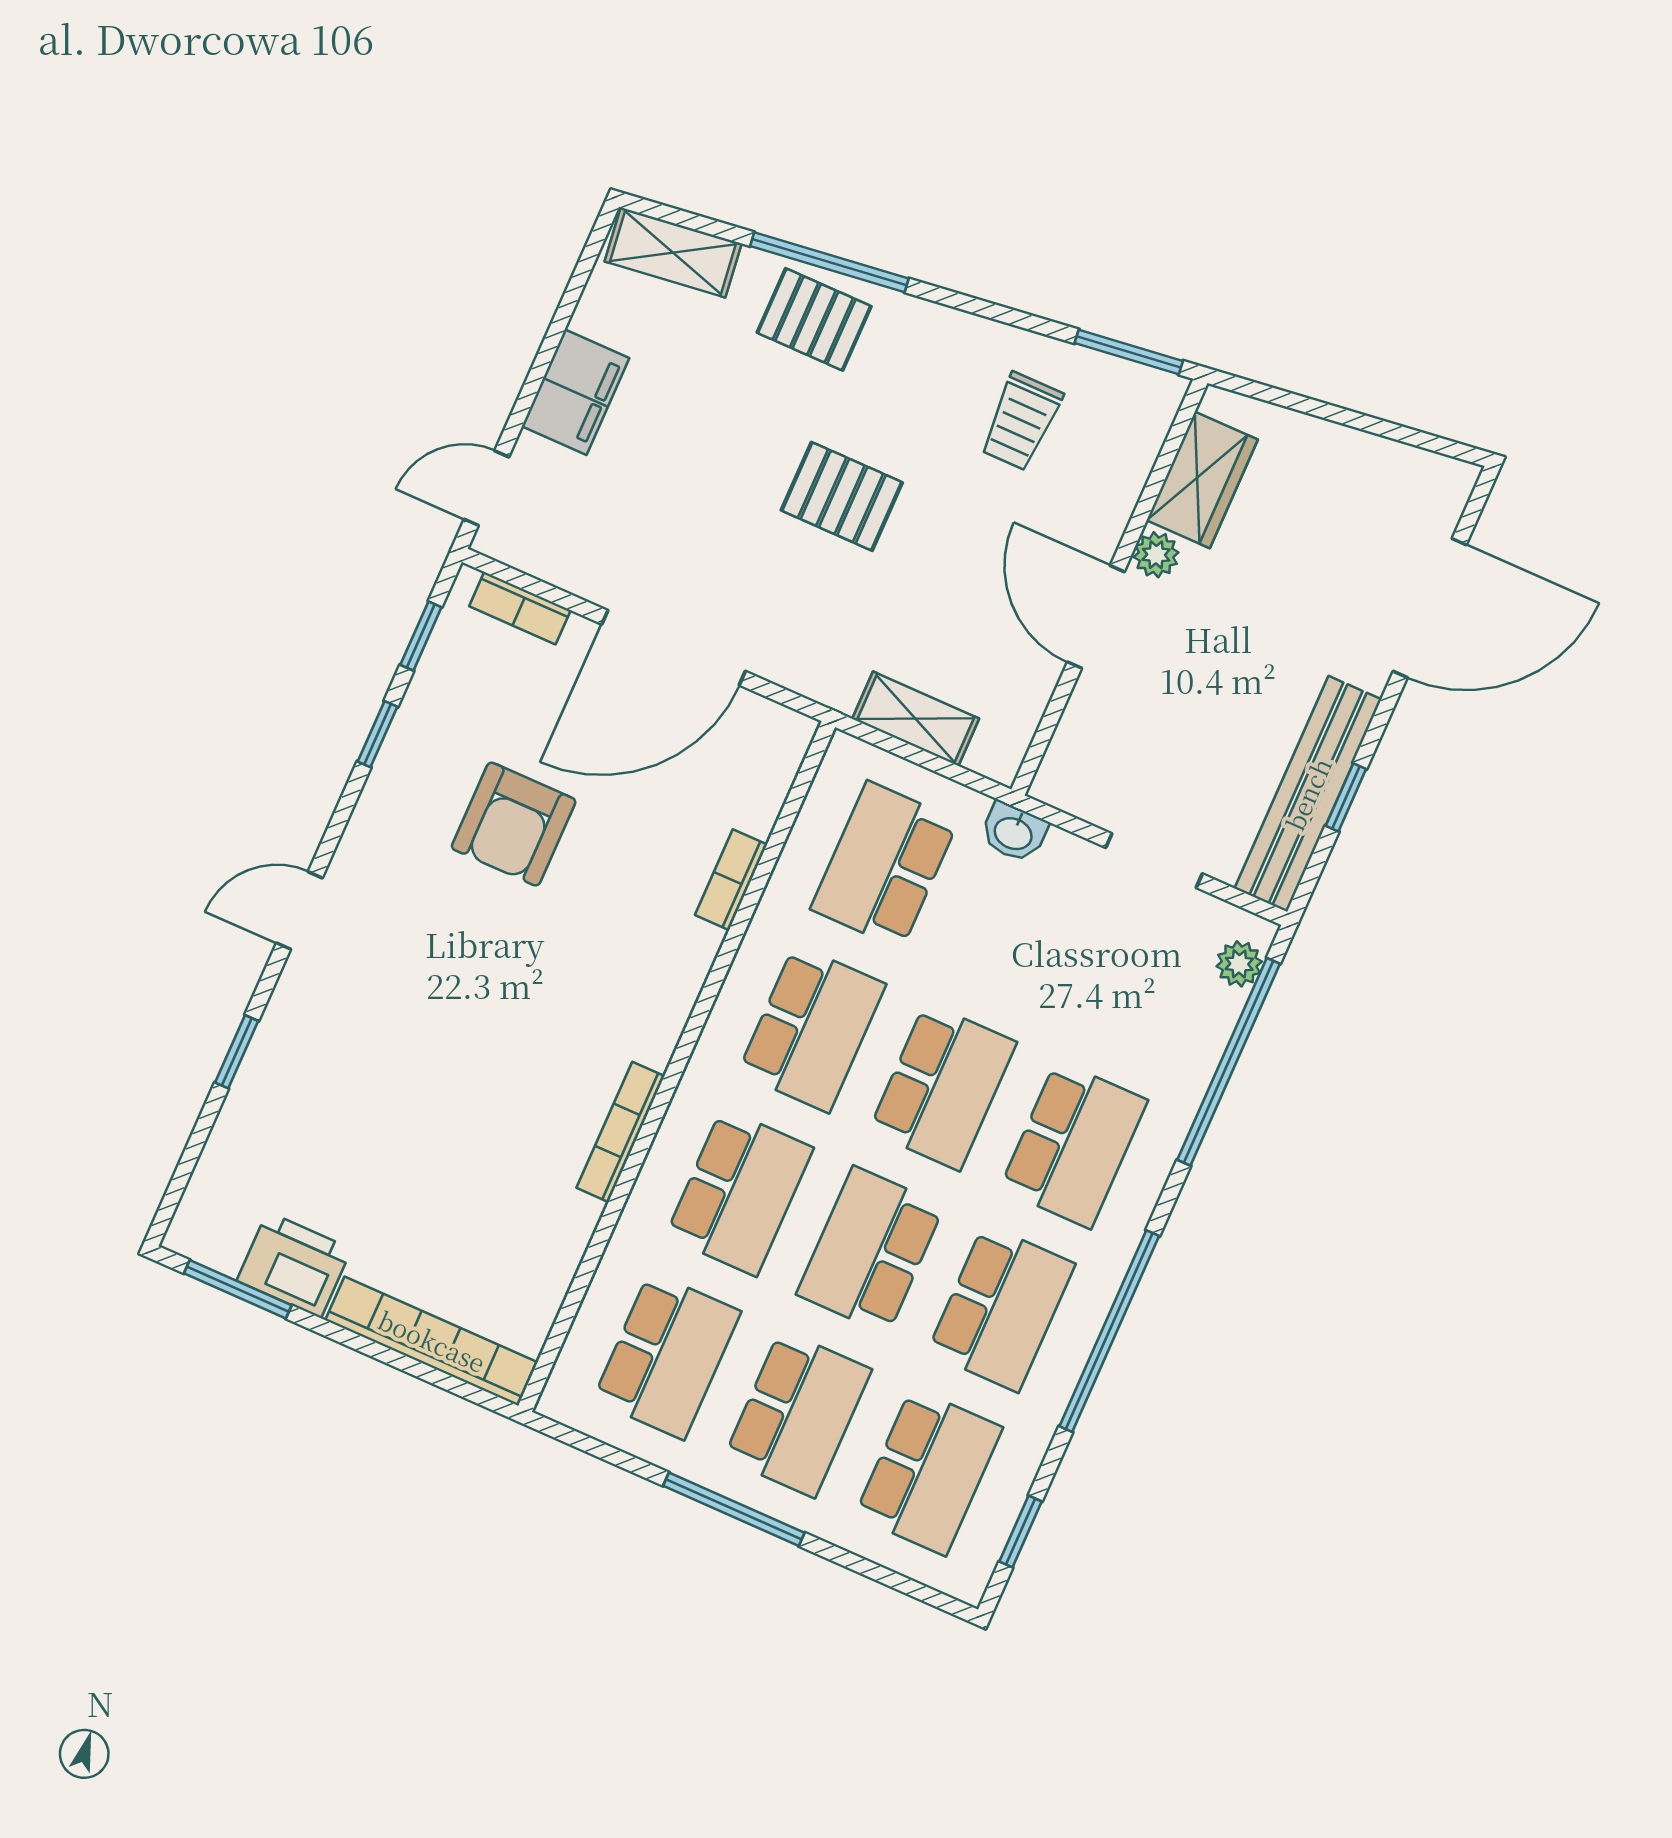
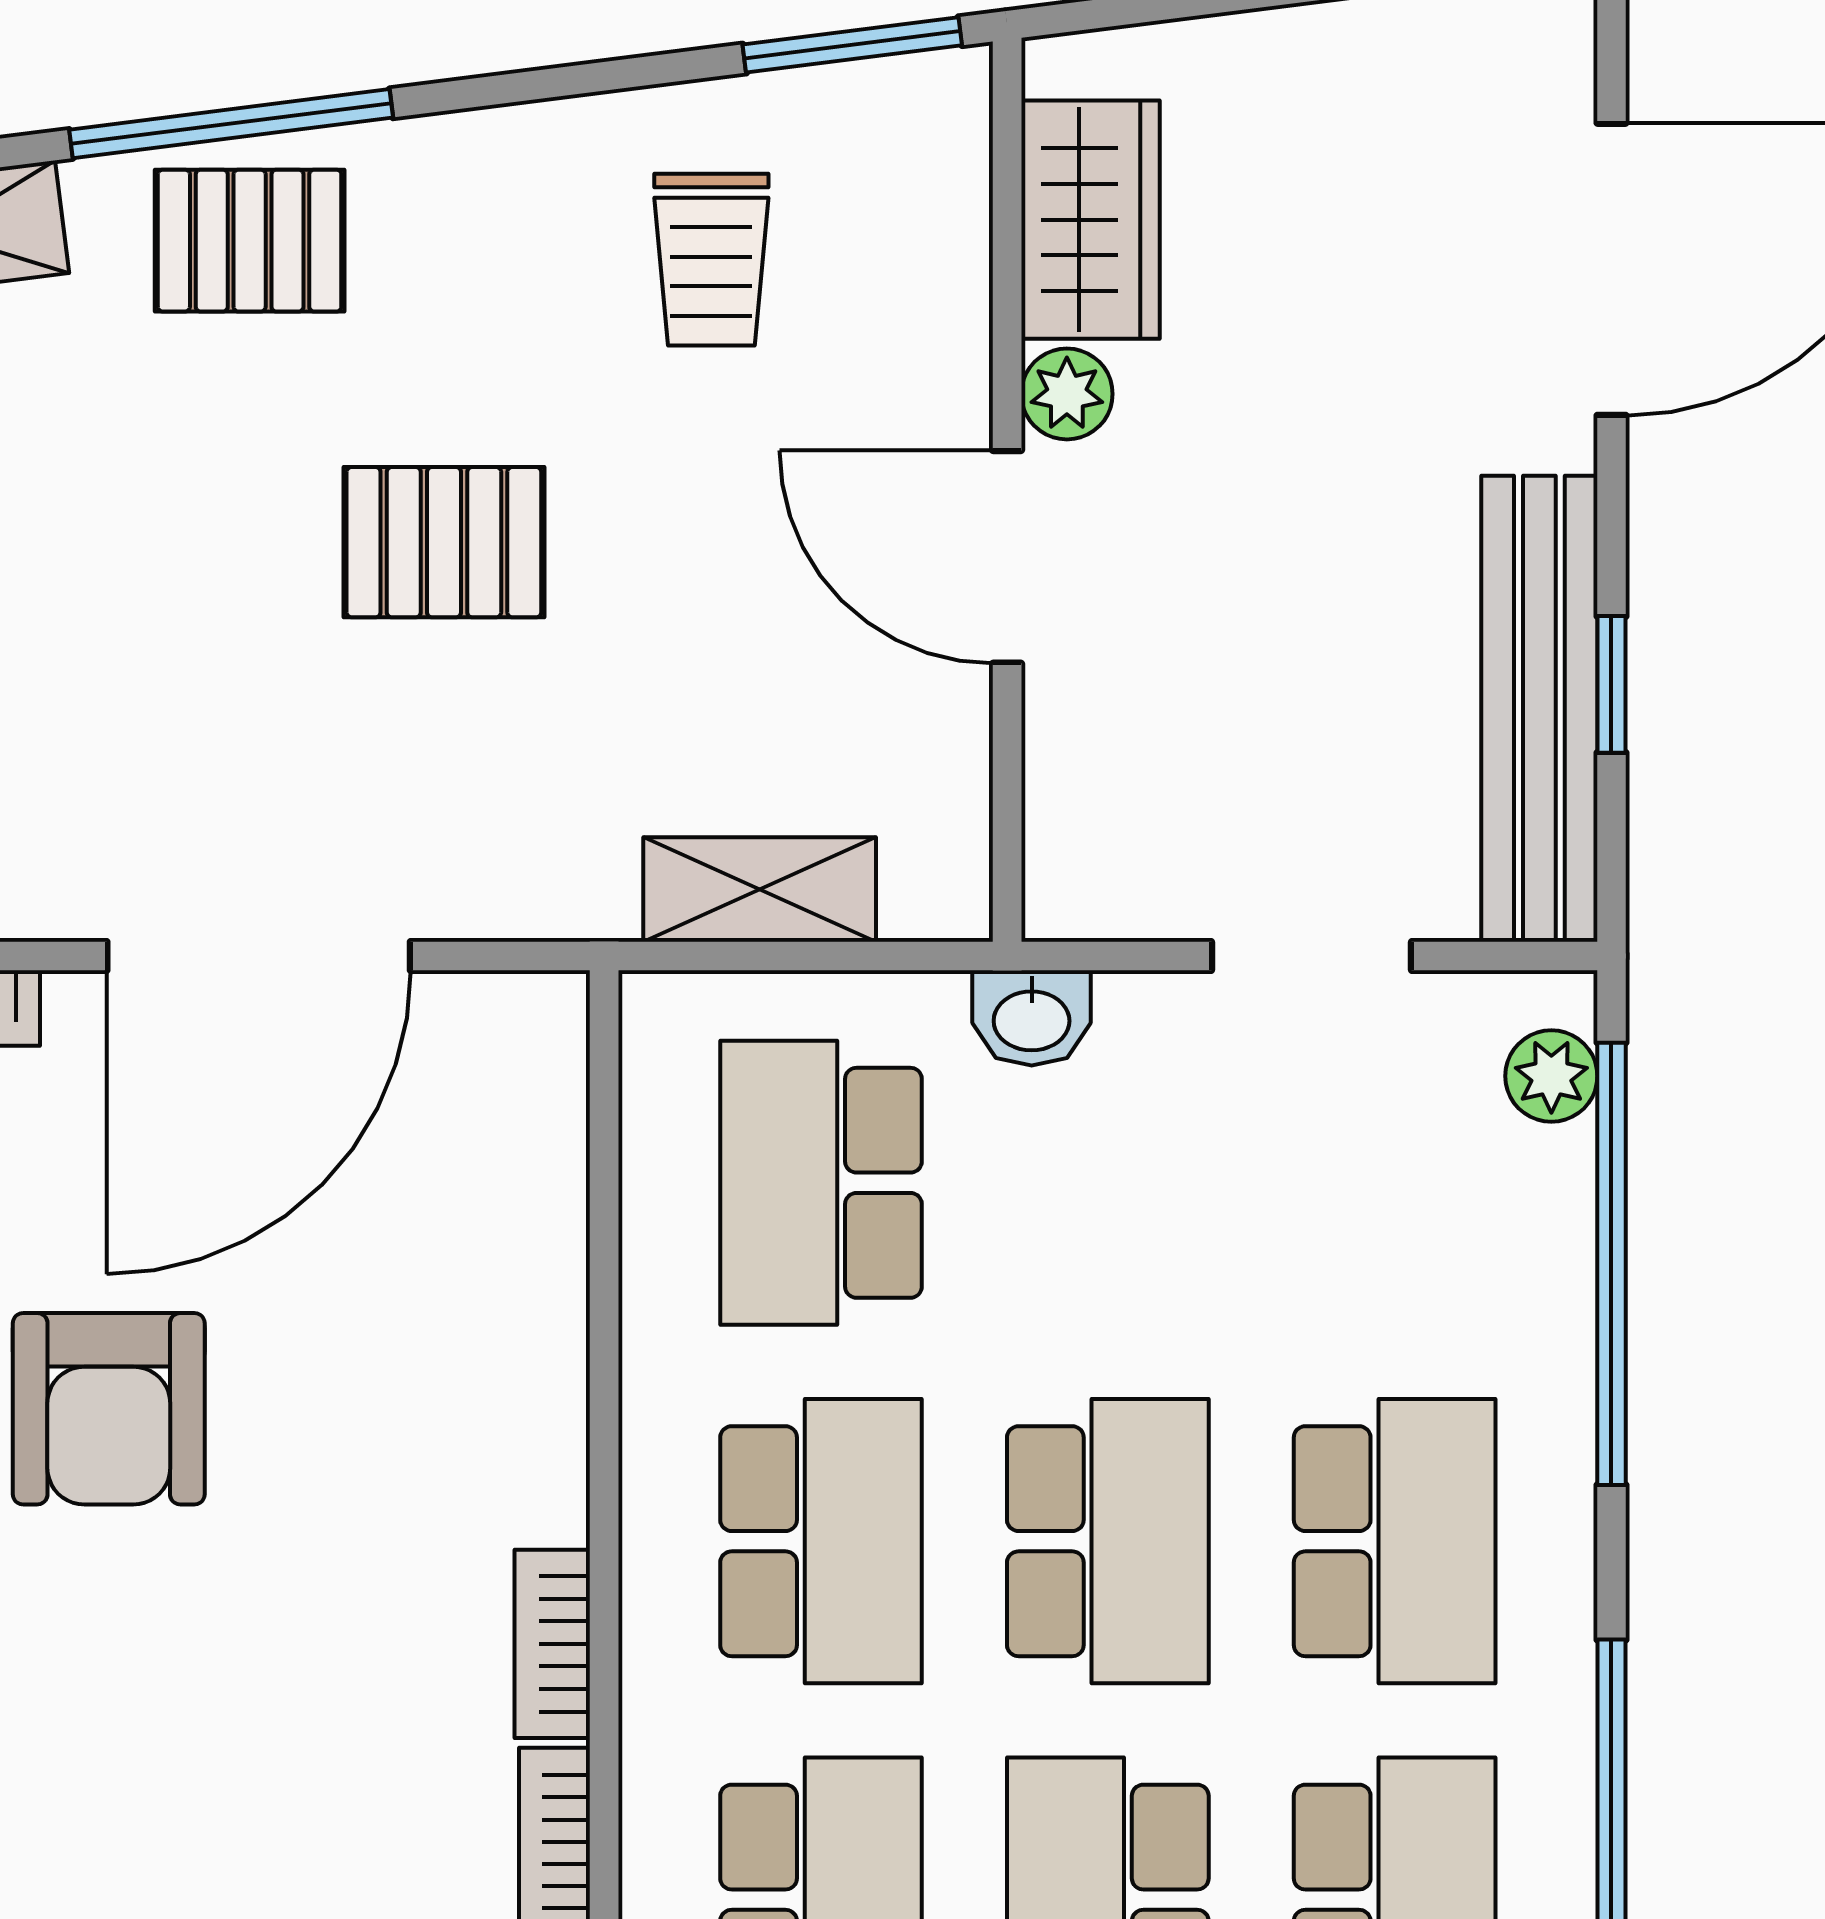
bookcase: (731, 880) -> (552, 1644), moved

